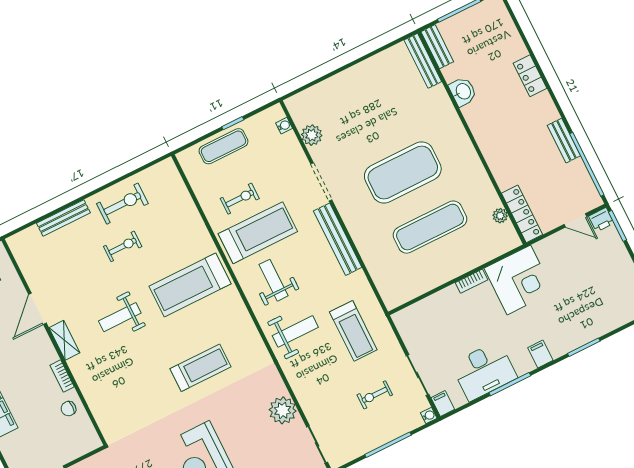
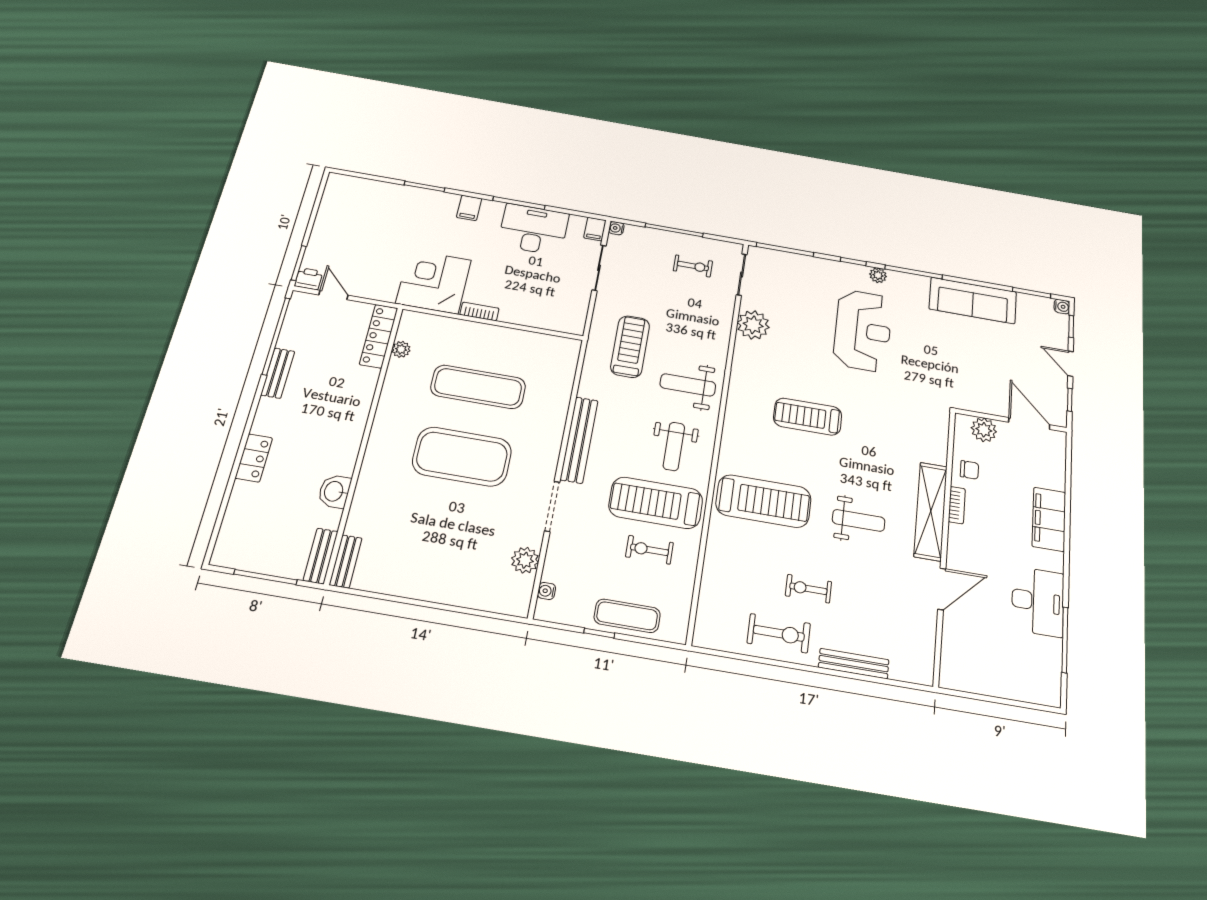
bench: (423, 61) -> (346, 561), width x0.73
exercise bike: (122, 204) -> (779, 633), turned 180
shelving: (64, 340) -> (931, 511), width x2.20, depth x1.33
exercise bike: (375, 395) -> (693, 266), moved
plant: (76, 447) -> (984, 430), added

